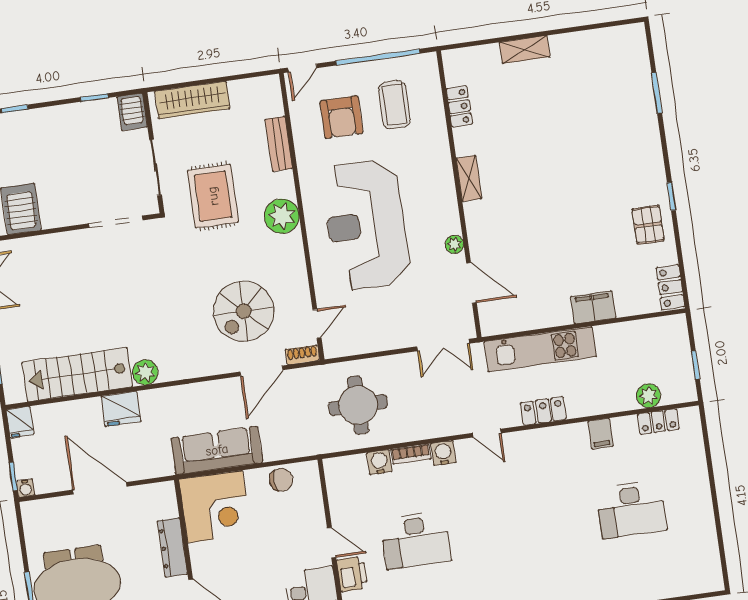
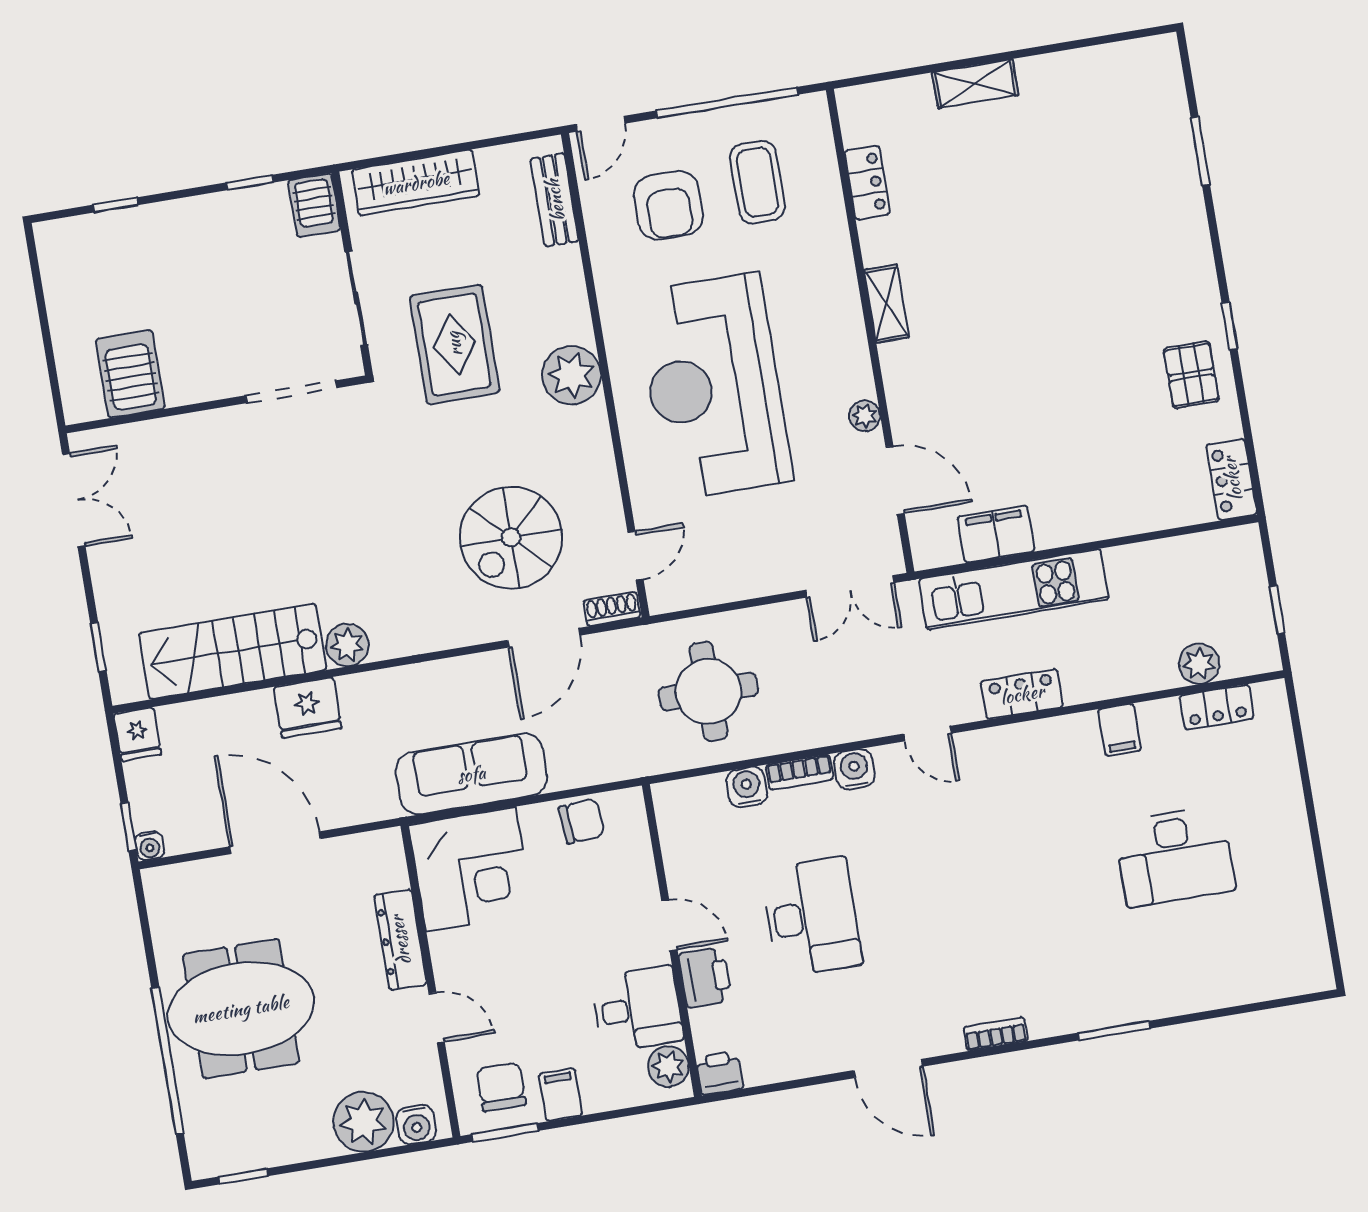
bench: (279, 144) -> (555, 200), moved
filing cabinet: (593, 307) -> (996, 534), moved
desk: (416, 540) -> (812, 917), turned -90

